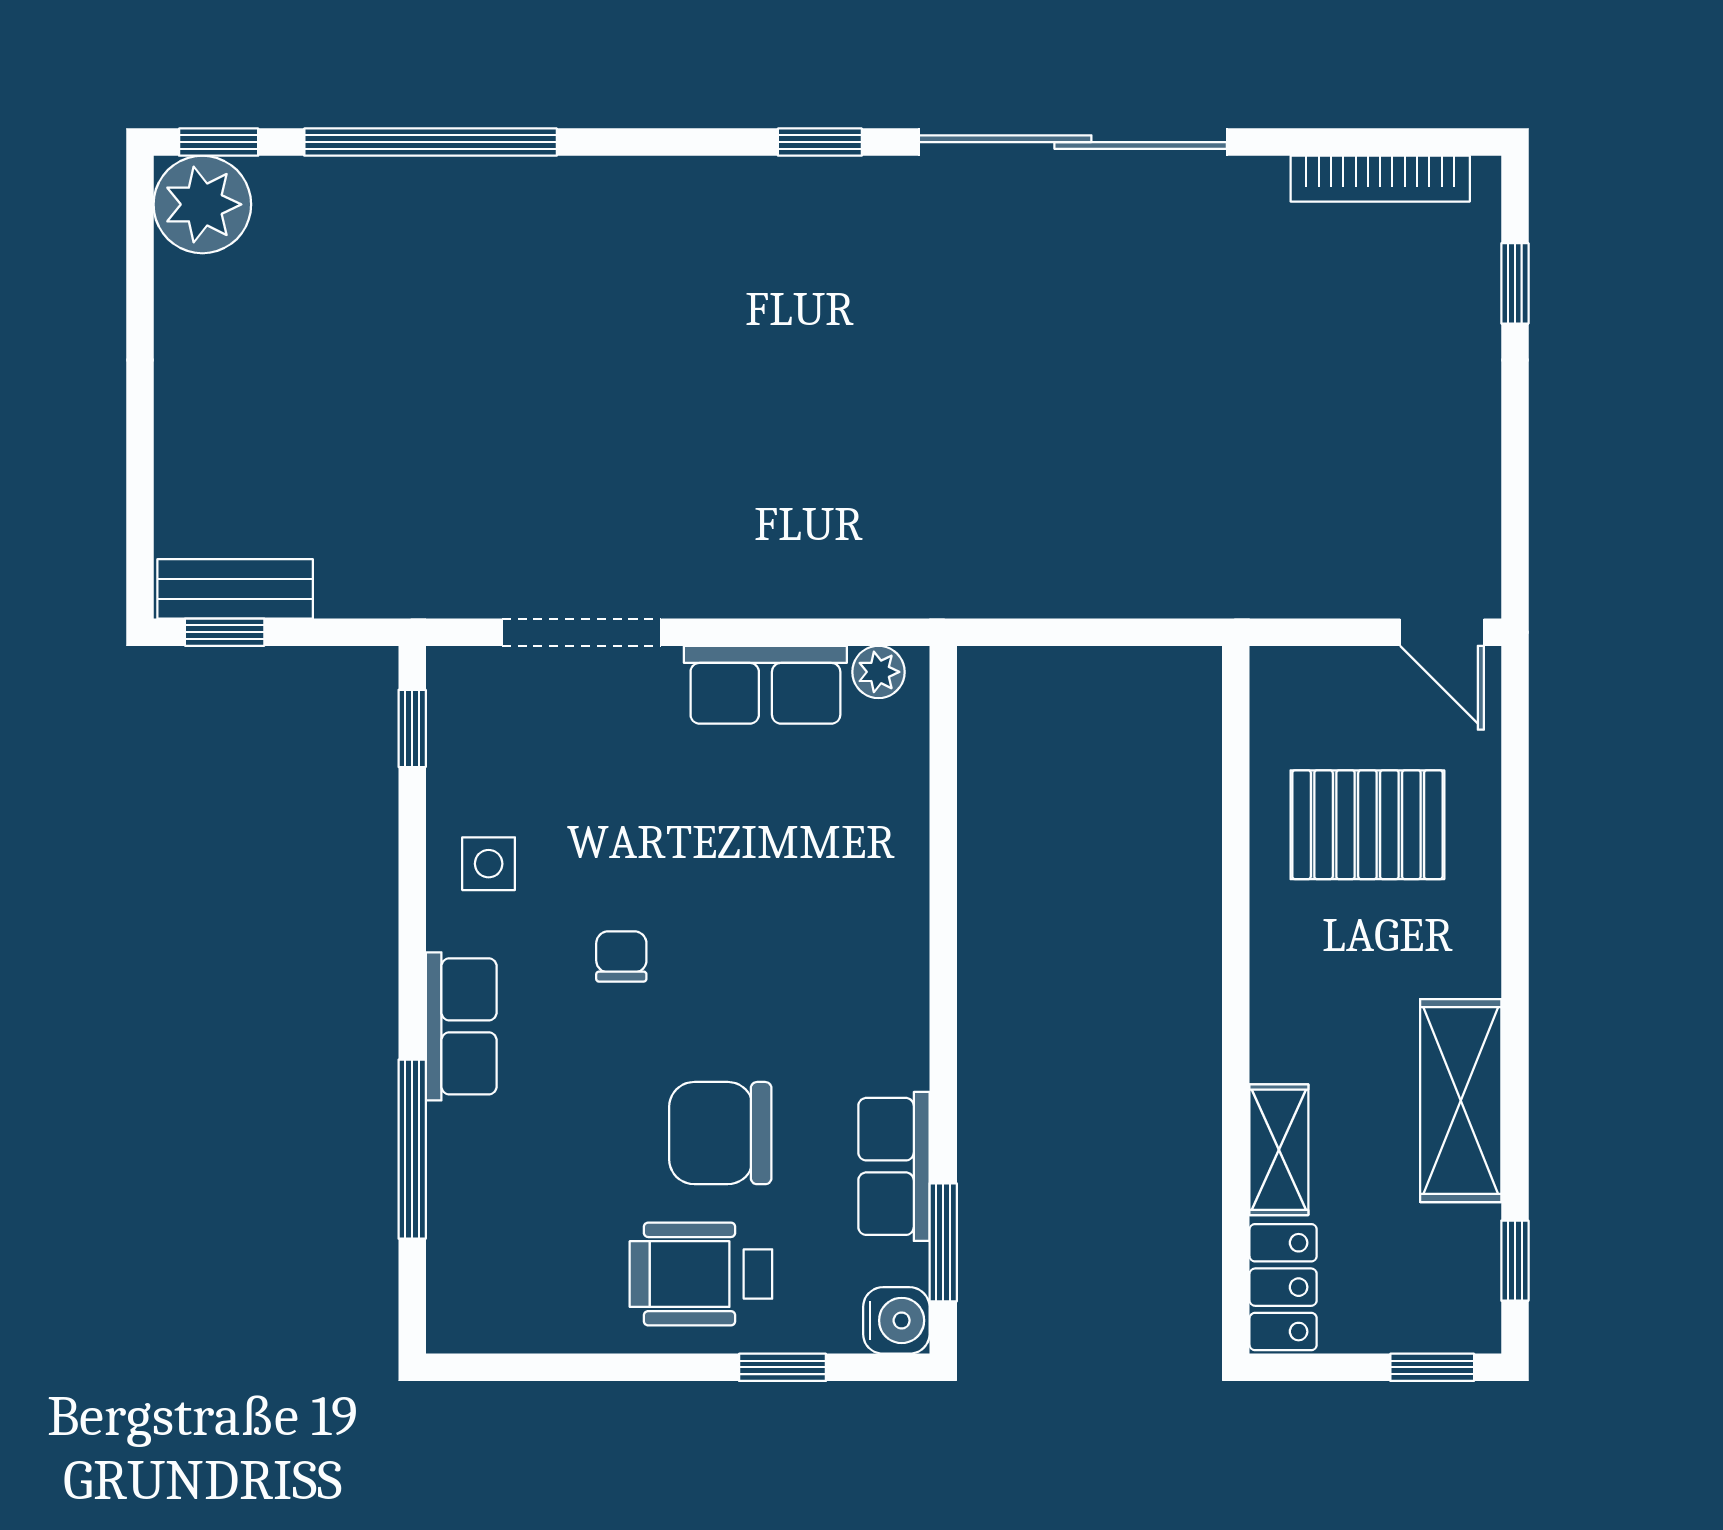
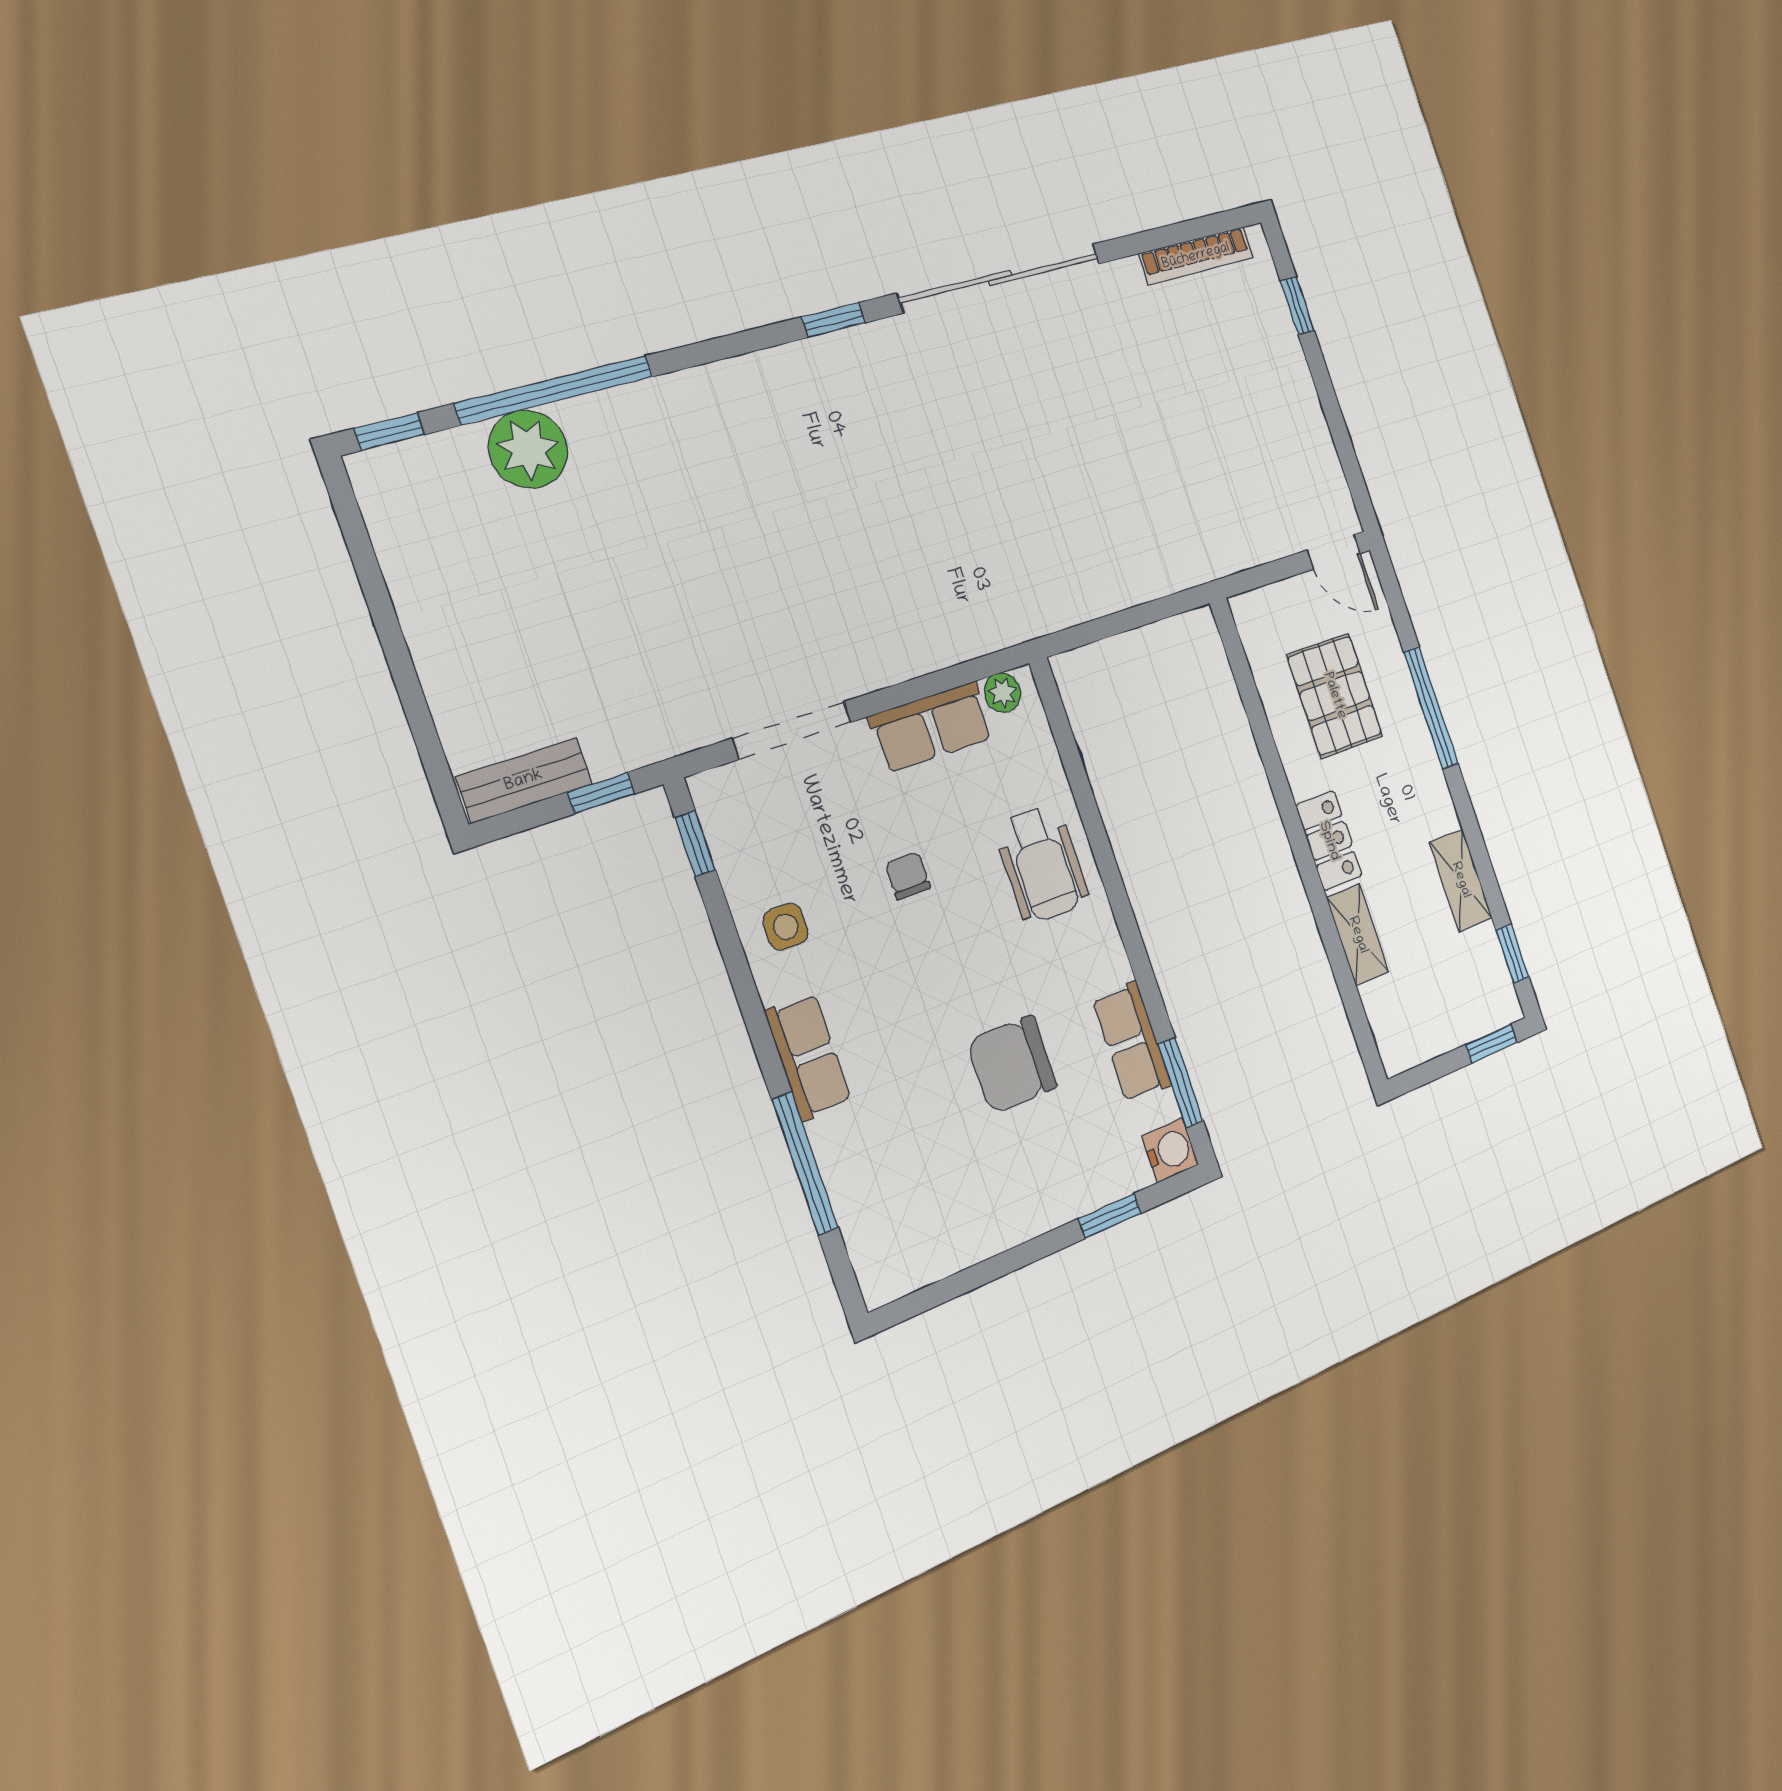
plant: (202, 204) -> (528, 449), moved
window: (225, 632) -> (601, 793), moved
pallet: (1367, 825) -> (1335, 696), turned 90
window: (1515, 888) -> (1431, 708), added
chair: (621, 956) -> (908, 876), moved
shelving: (1461, 1101) -> (1461, 880), width x0.67, depth x0.75
wheelchair: (701, 1274) -> (1042, 864), moved, turned -90
locker: (1283, 1287) -> (1329, 841), moved

